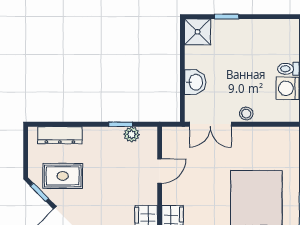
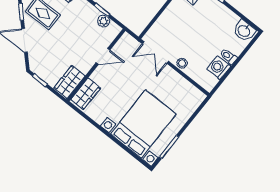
washbasin: (195, 82) -> (244, 31), moved, turned 90

